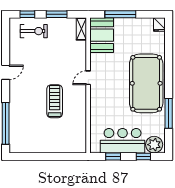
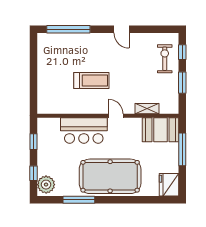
fridge: (159, 25) -> (169, 185), width x1.88, depth x1.34
shelving: (81, 29) -> (147, 109), moved
exercise bike: (34, 31) -> (165, 59), turned 180
bar counter: (123, 141) -> (84, 130), moved, turned 90

